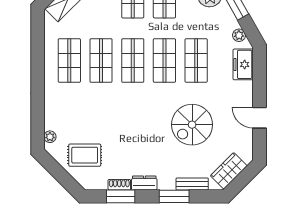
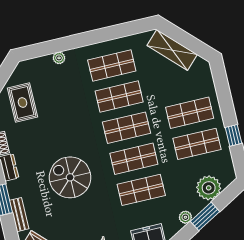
plant: (239, 35) -> (185, 217), moved
spiral stairs: (192, 125) -> (70, 177), moved
plant: (50, 137) -> (59, 58), moved

